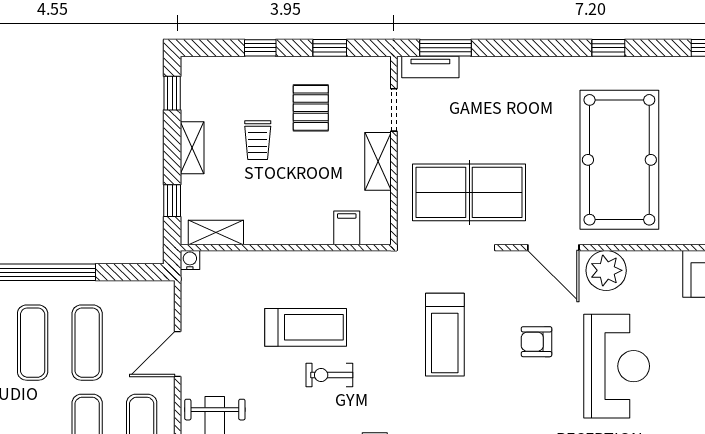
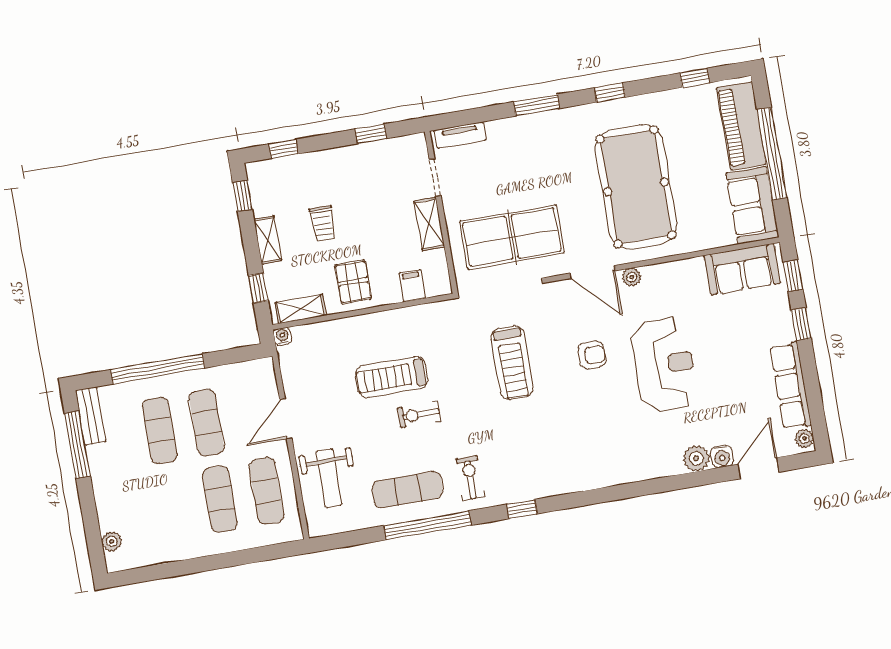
window: (260, 48) -> (283, 149), moved
window: (445, 48) -> (537, 105), moved
pallet: (311, 108) -> (353, 282), moved
plant: (606, 270) -> (632, 277), width x0.53, depth x0.53
treadmill: (306, 327) -> (392, 377), turned 180
armchair: (537, 342) -> (592, 355), turned 180

